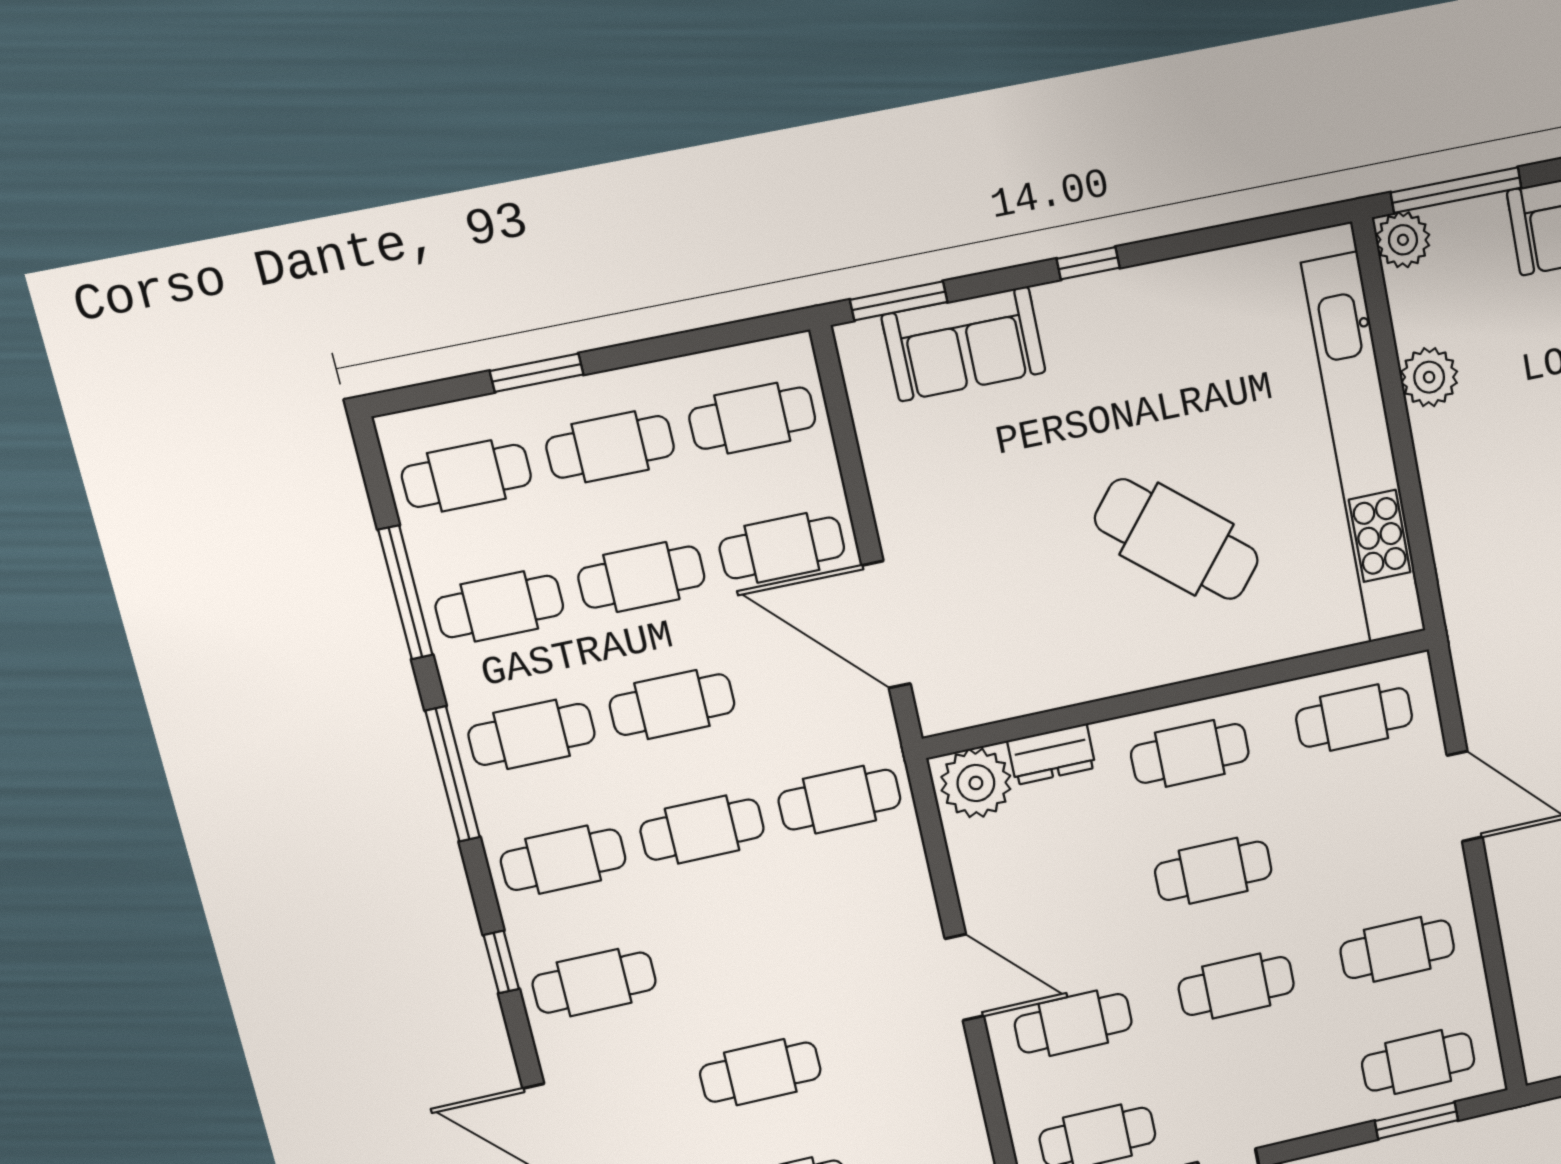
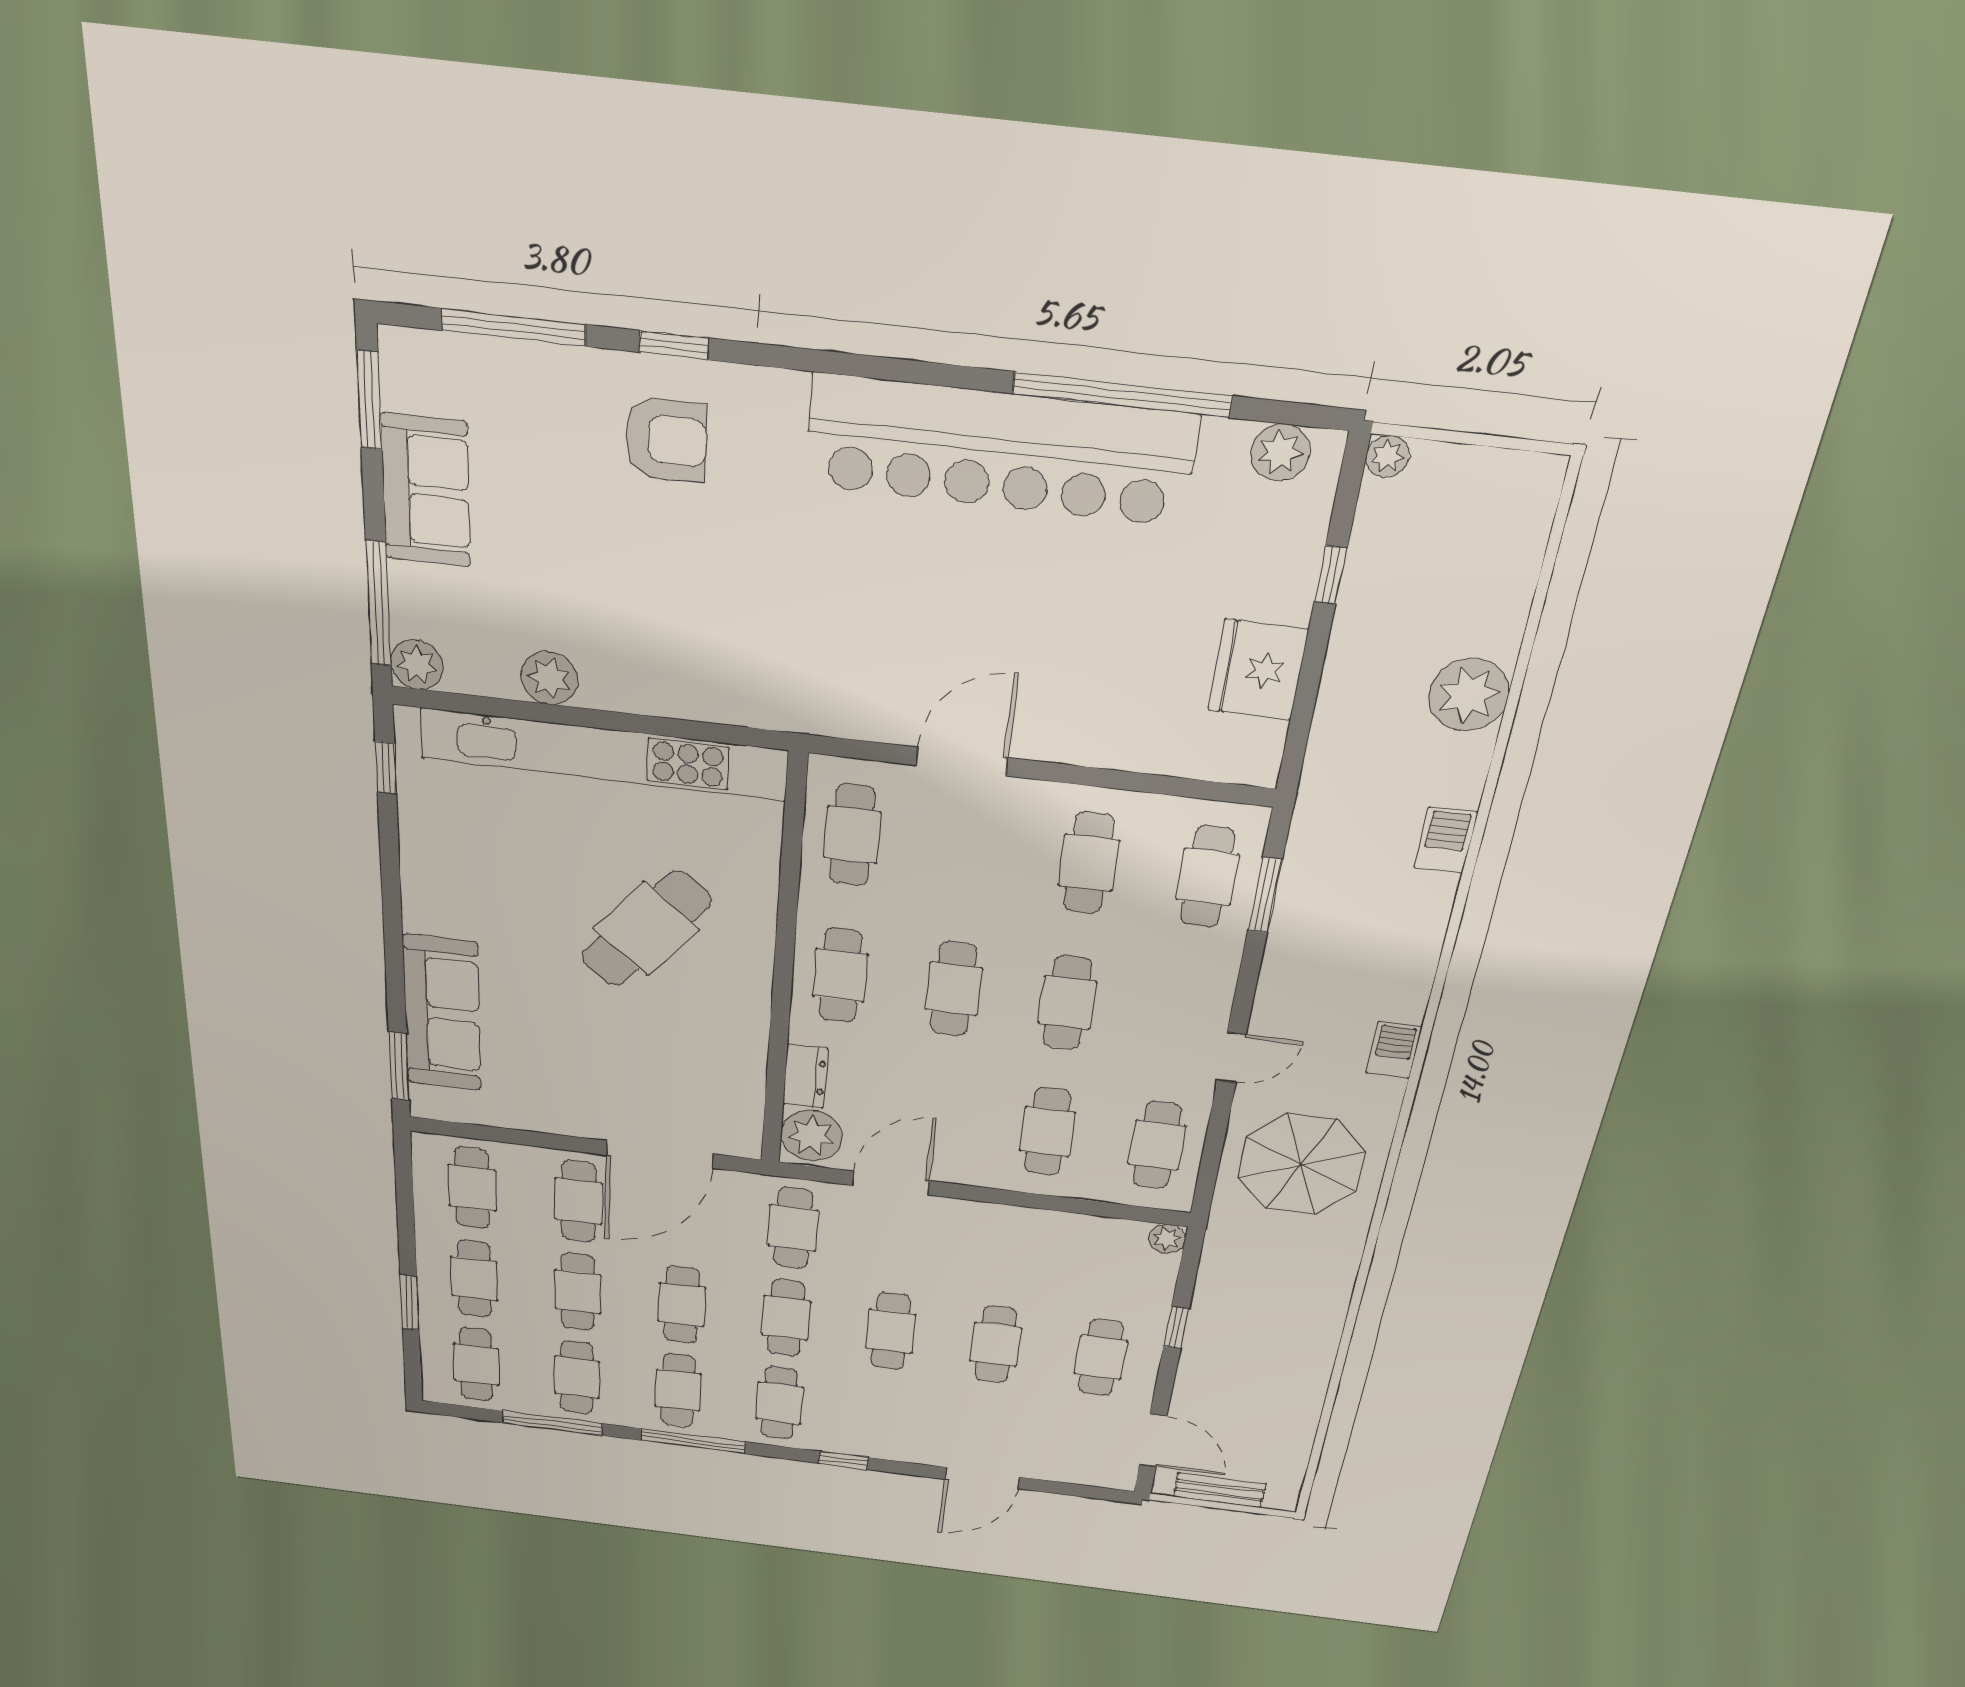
window: (1088, 263) -> (386, 768), moved
sofa: (964, 344) -> (442, 1013), width x1.36
door: (964, 977) -> (891, 1183), moved
cafe table: (594, 983) -> (891, 1331), moved

